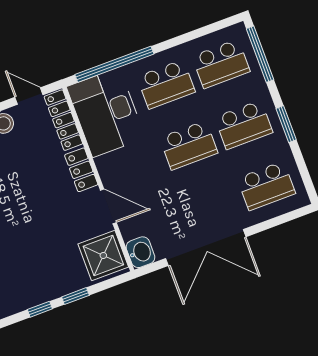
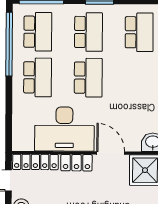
window: (114, 64) -> (9, 44), moved
desk: (106, 112) -> (64, 129), moved
door: (108, 206) -> (111, 153), hinge flipped

